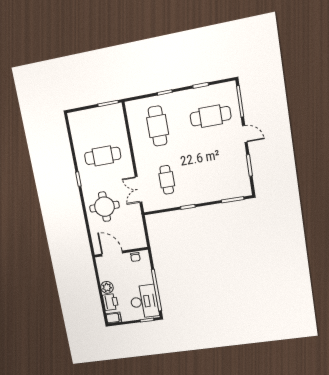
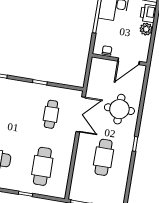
cafe table: (103, 156) -> (104, 157), turned 90
double door: (139, 189) -> (81, 114), width x1.37
door: (112, 254) -> (129, 61), hinge flipped

